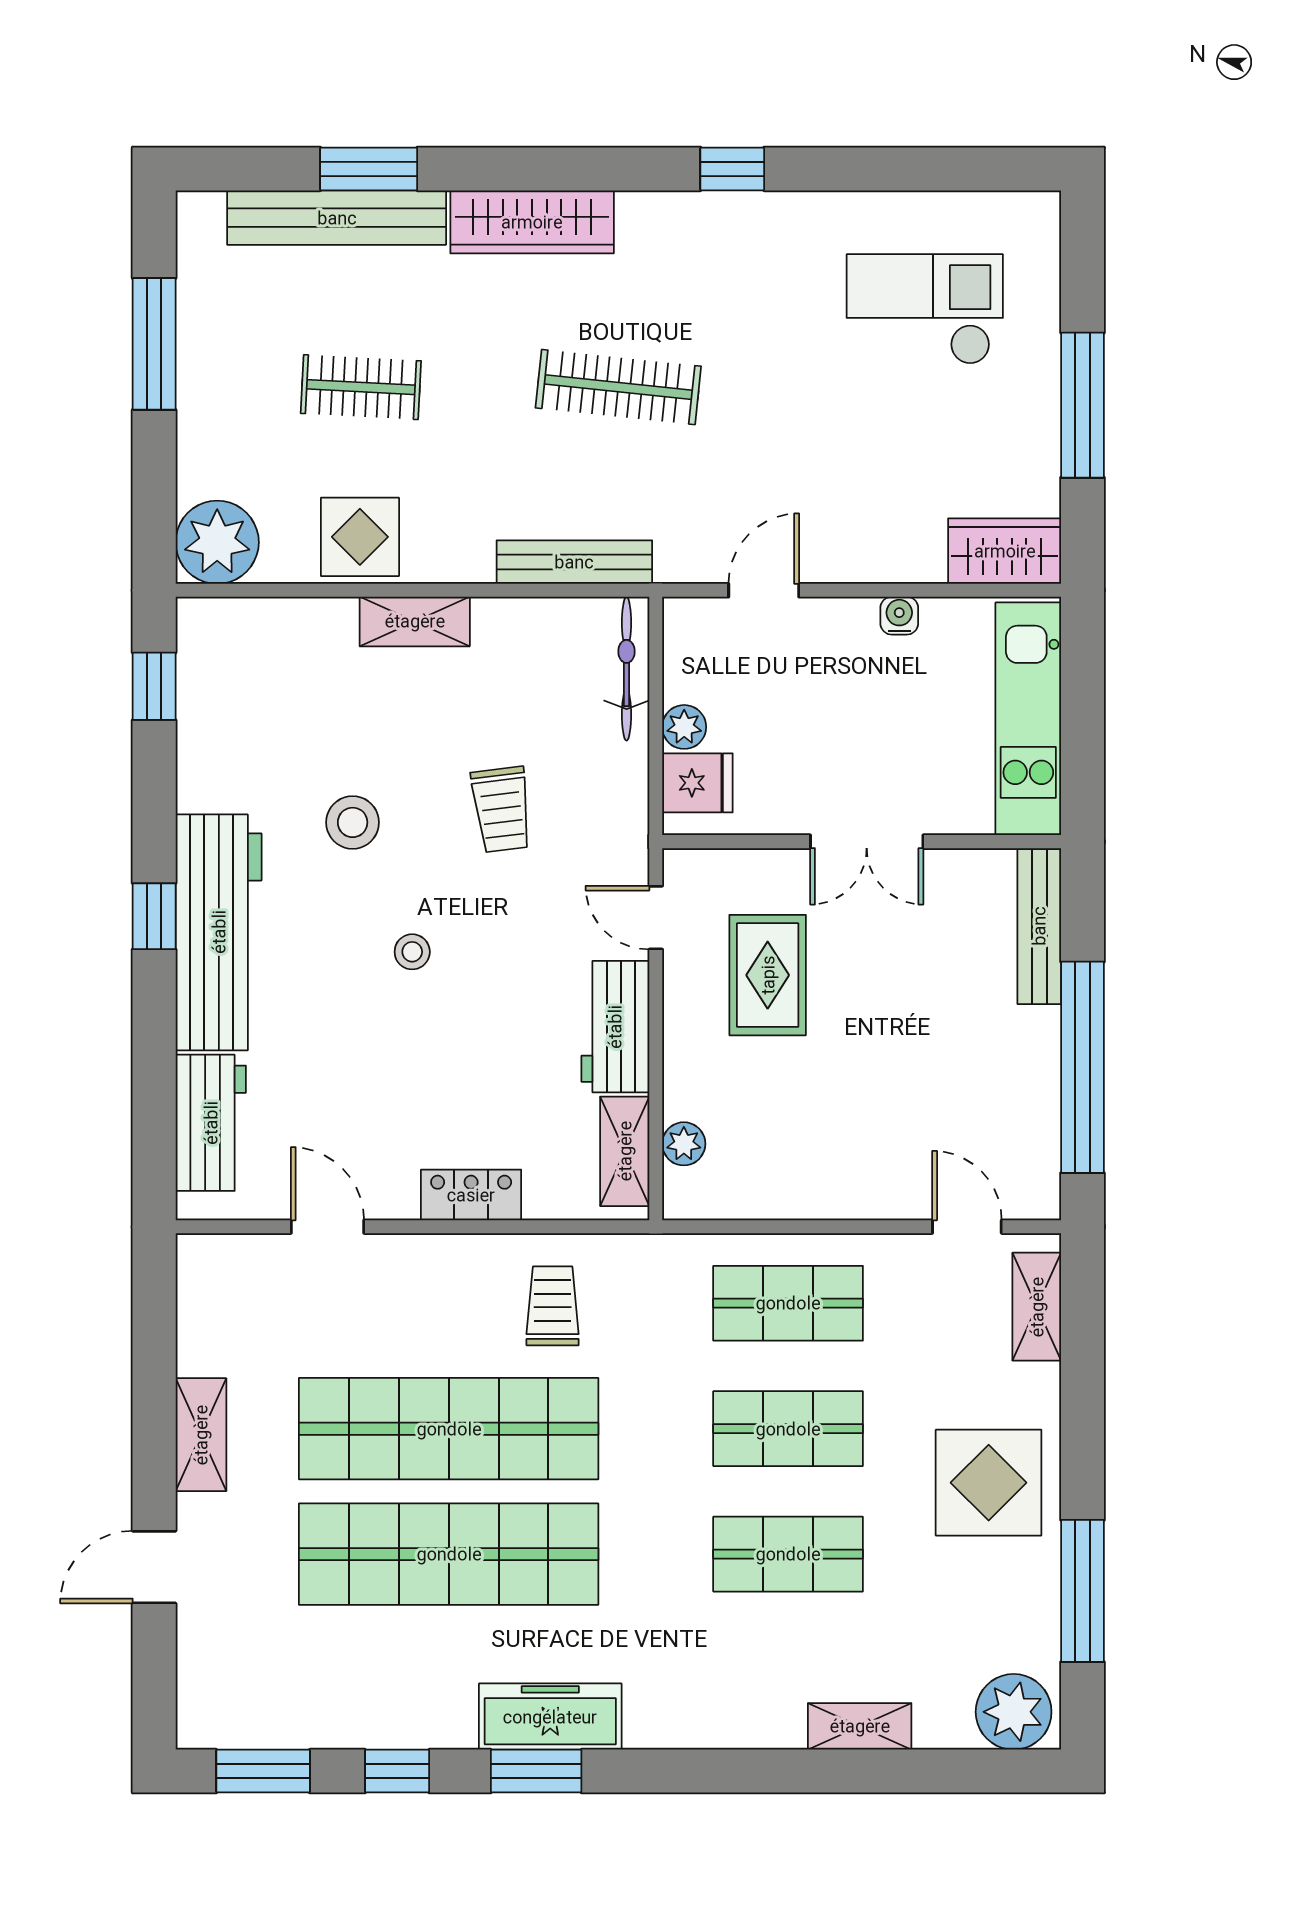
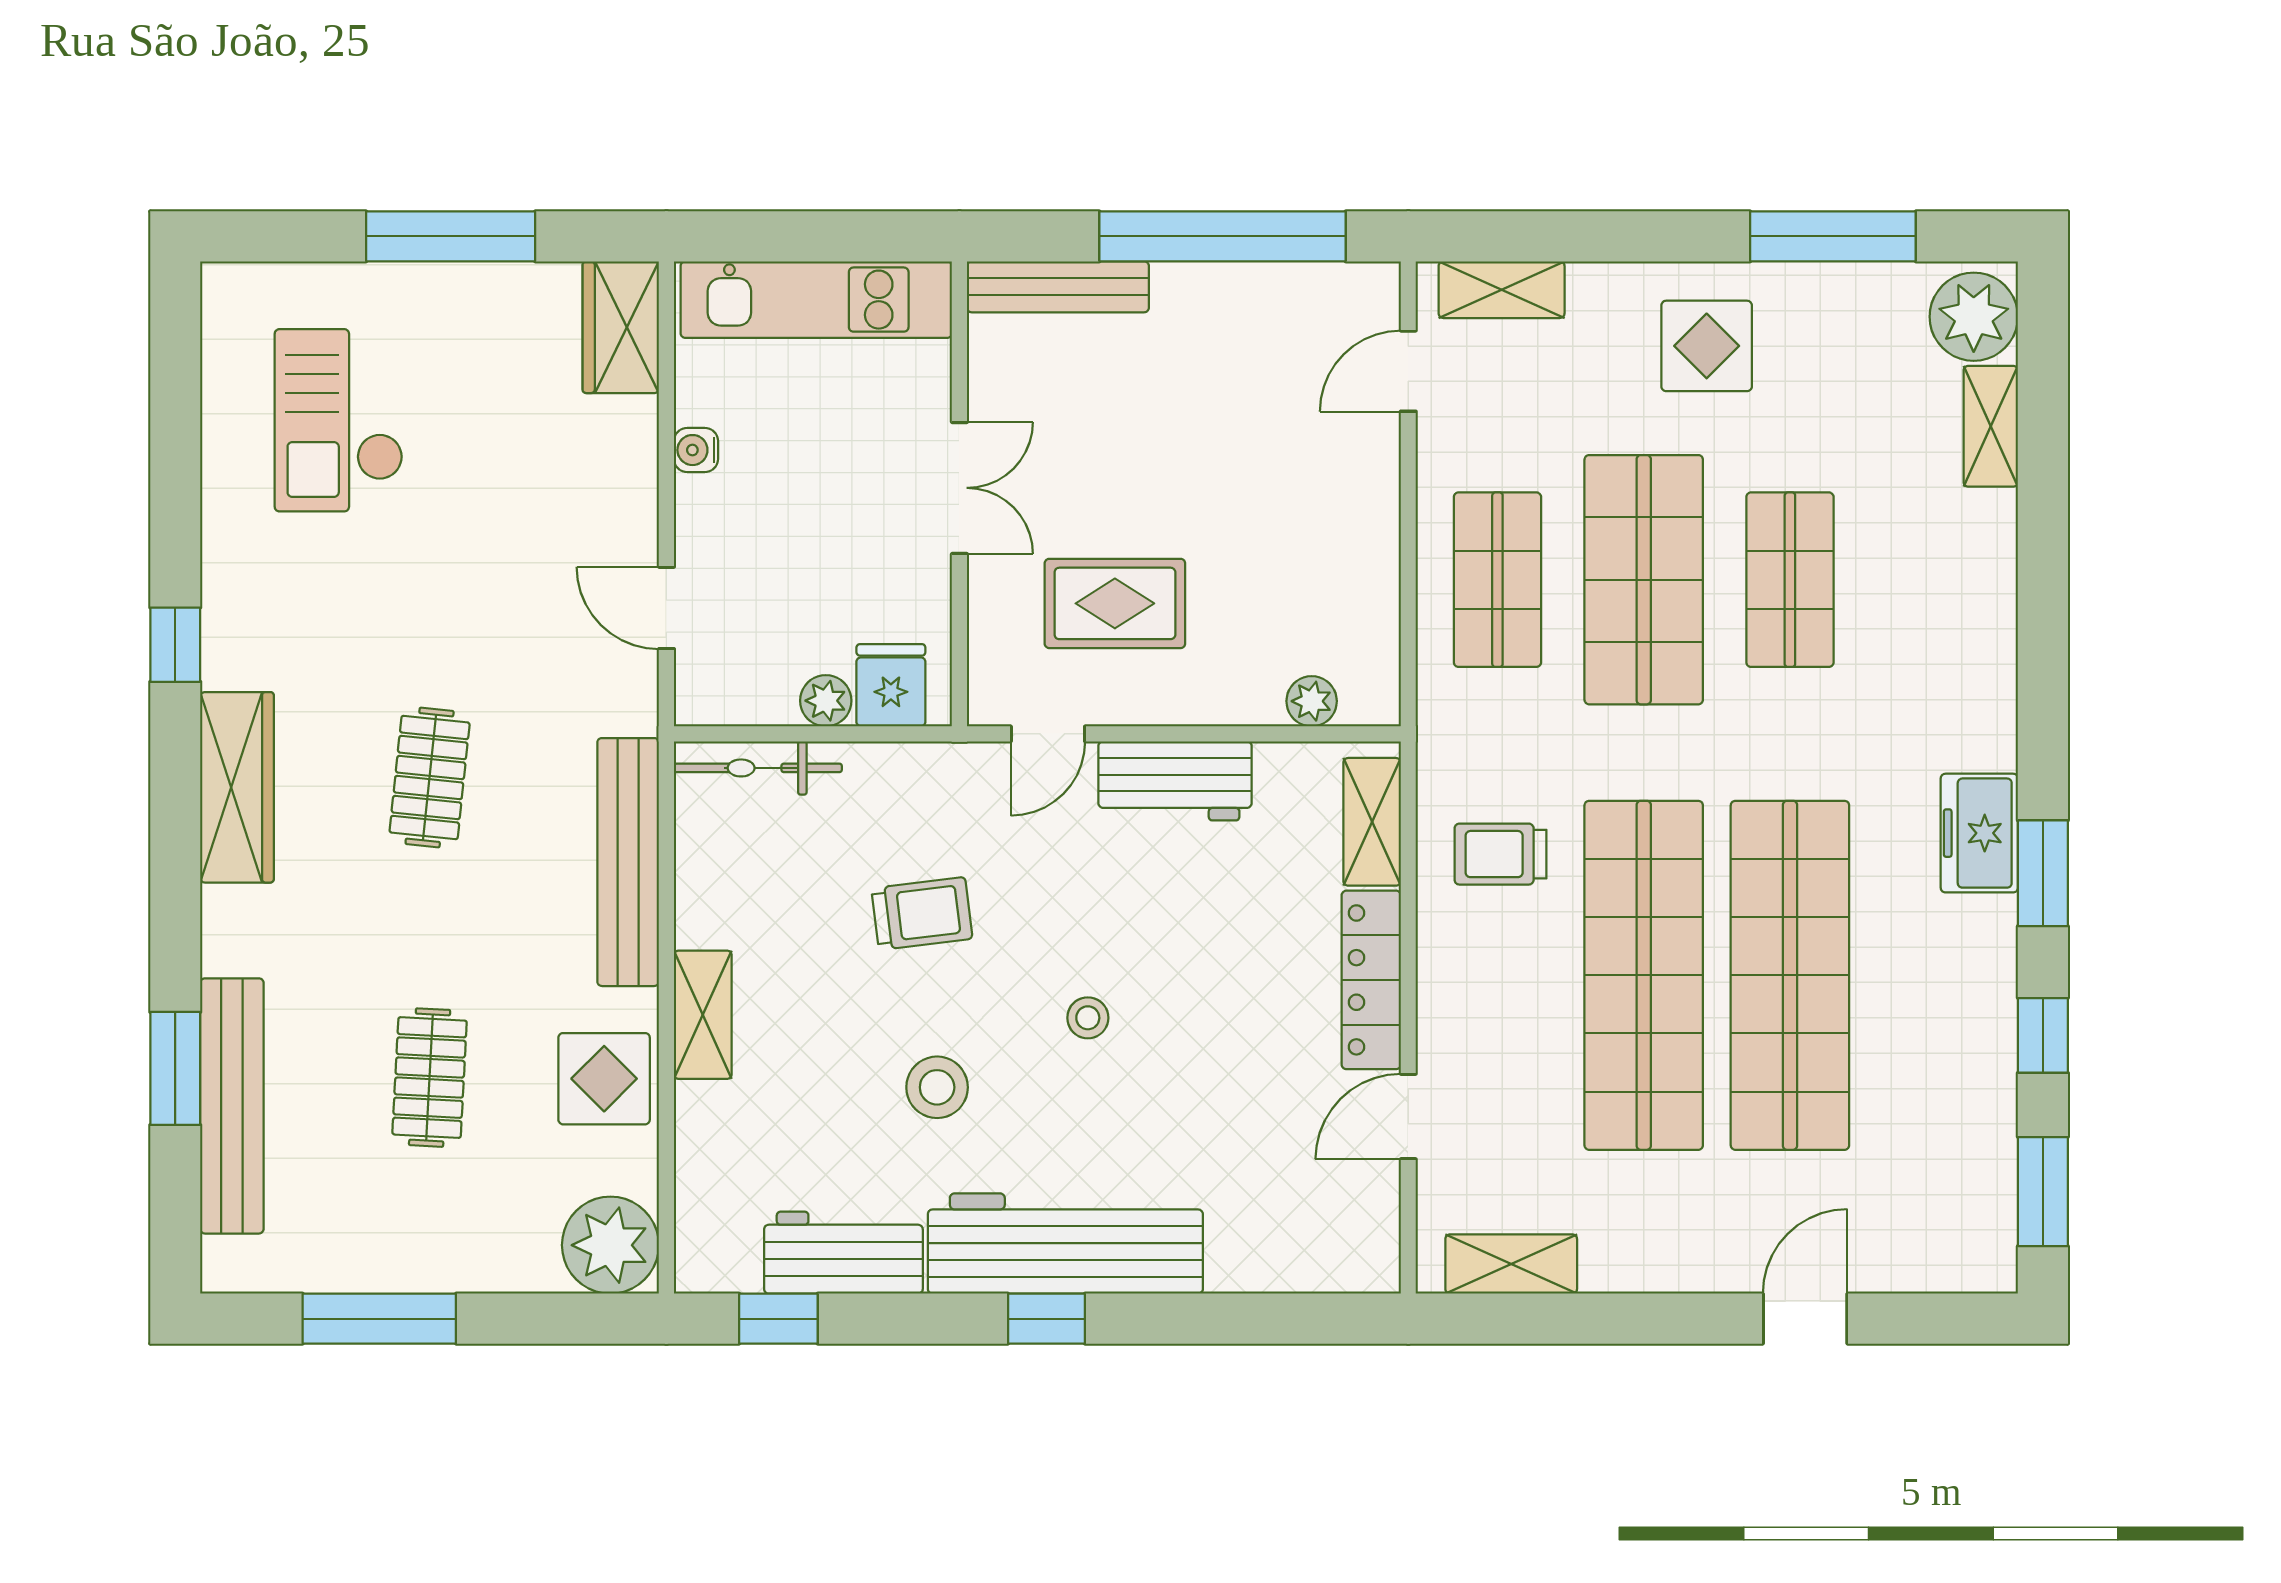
wardrobe: (532, 222) -> (237, 787), moved
clothes rail: (618, 387) -> (430, 777), width x0.73
bench: (574, 562) -> (628, 862), width x1.37, depth x1.21
workbench: (211, 1123) -> (843, 1253), moved
shelving: (625, 1151) -> (1372, 822), moved, turned 90
locker: (471, 1195) -> (1371, 980), width x1.53
shop shelf: (788, 1429) -> (1644, 580), width x1.43, depth x1.36
shelving: (201, 1435) -> (1511, 1264), moved
display table: (989, 1483) -> (1707, 346), width x0.73, depth x0.73
door: (154, 1567) -> (1805, 1319), swing flipped
freezer: (550, 1717) -> (1979, 833), width x0.71
shelving: (860, 1726) -> (1991, 426), moved

